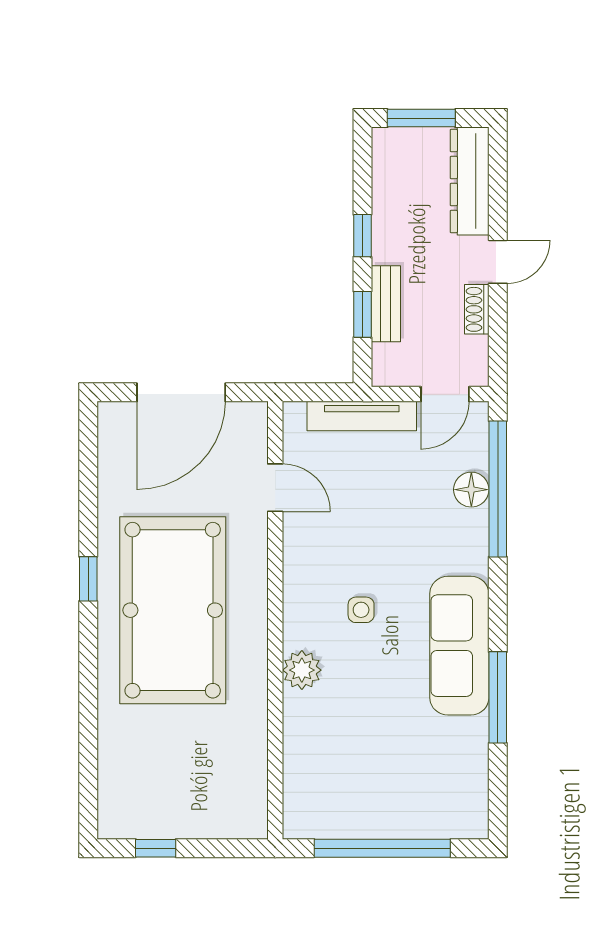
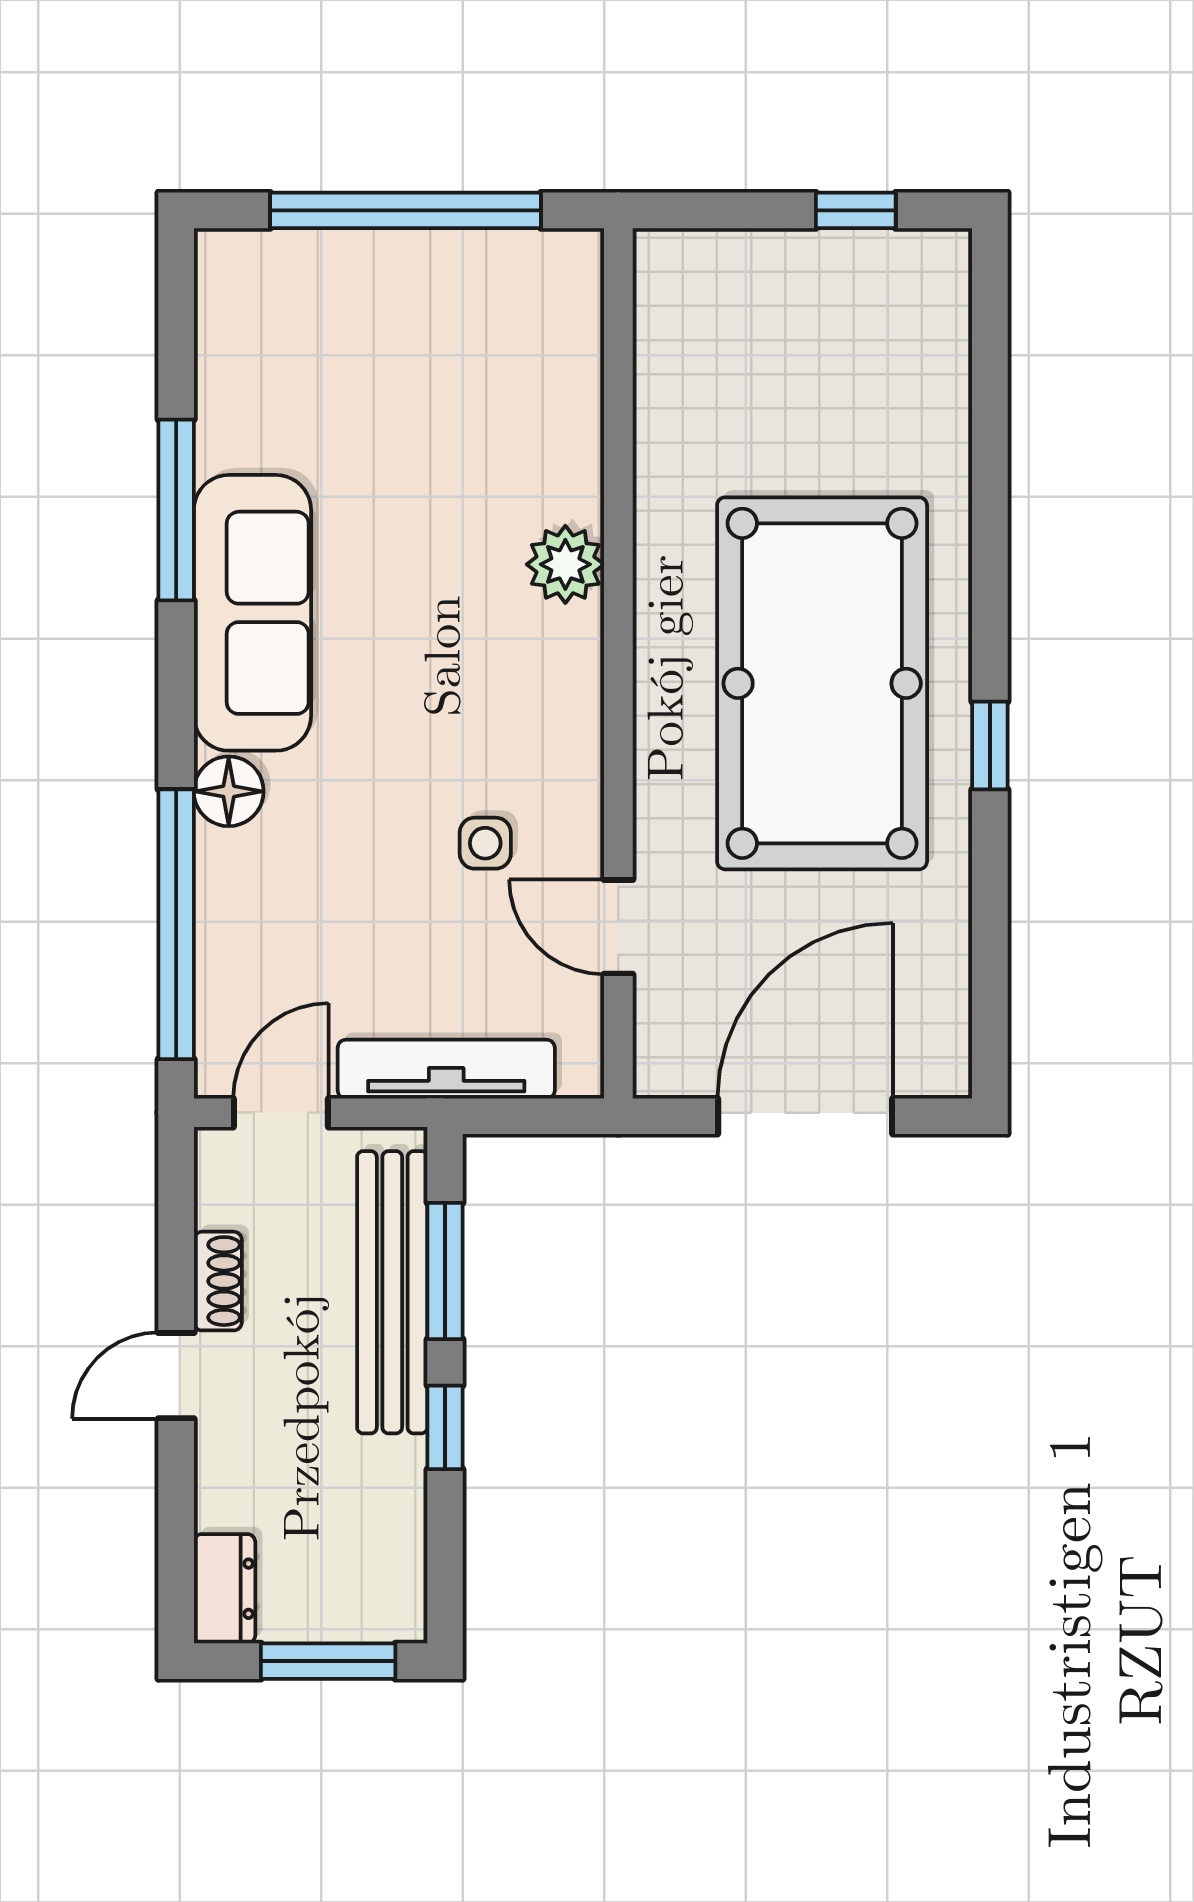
dresser: (470, 181) -> (225, 1589), width x0.51, depth x0.80
bench: (386, 304) -> (392, 1292), width x1.86, depth x1.21
window: (362, 314) -> (445, 1271), width x1.50
floor lamp: (471, 490) -> (229, 791), moved
side table: (361, 610) -> (485, 843), moved

